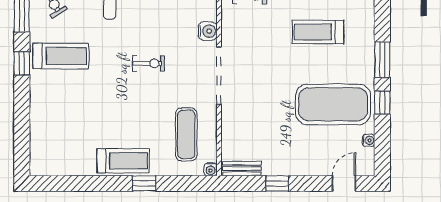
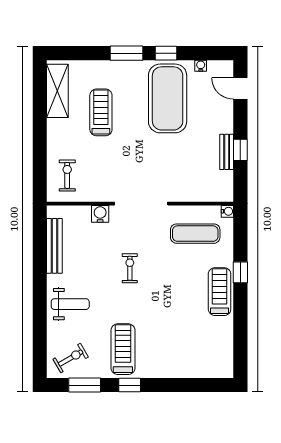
treadmill: (318, 32) -> (101, 112), turned 180
bench: (242, 169) -> (227, 152), moved

